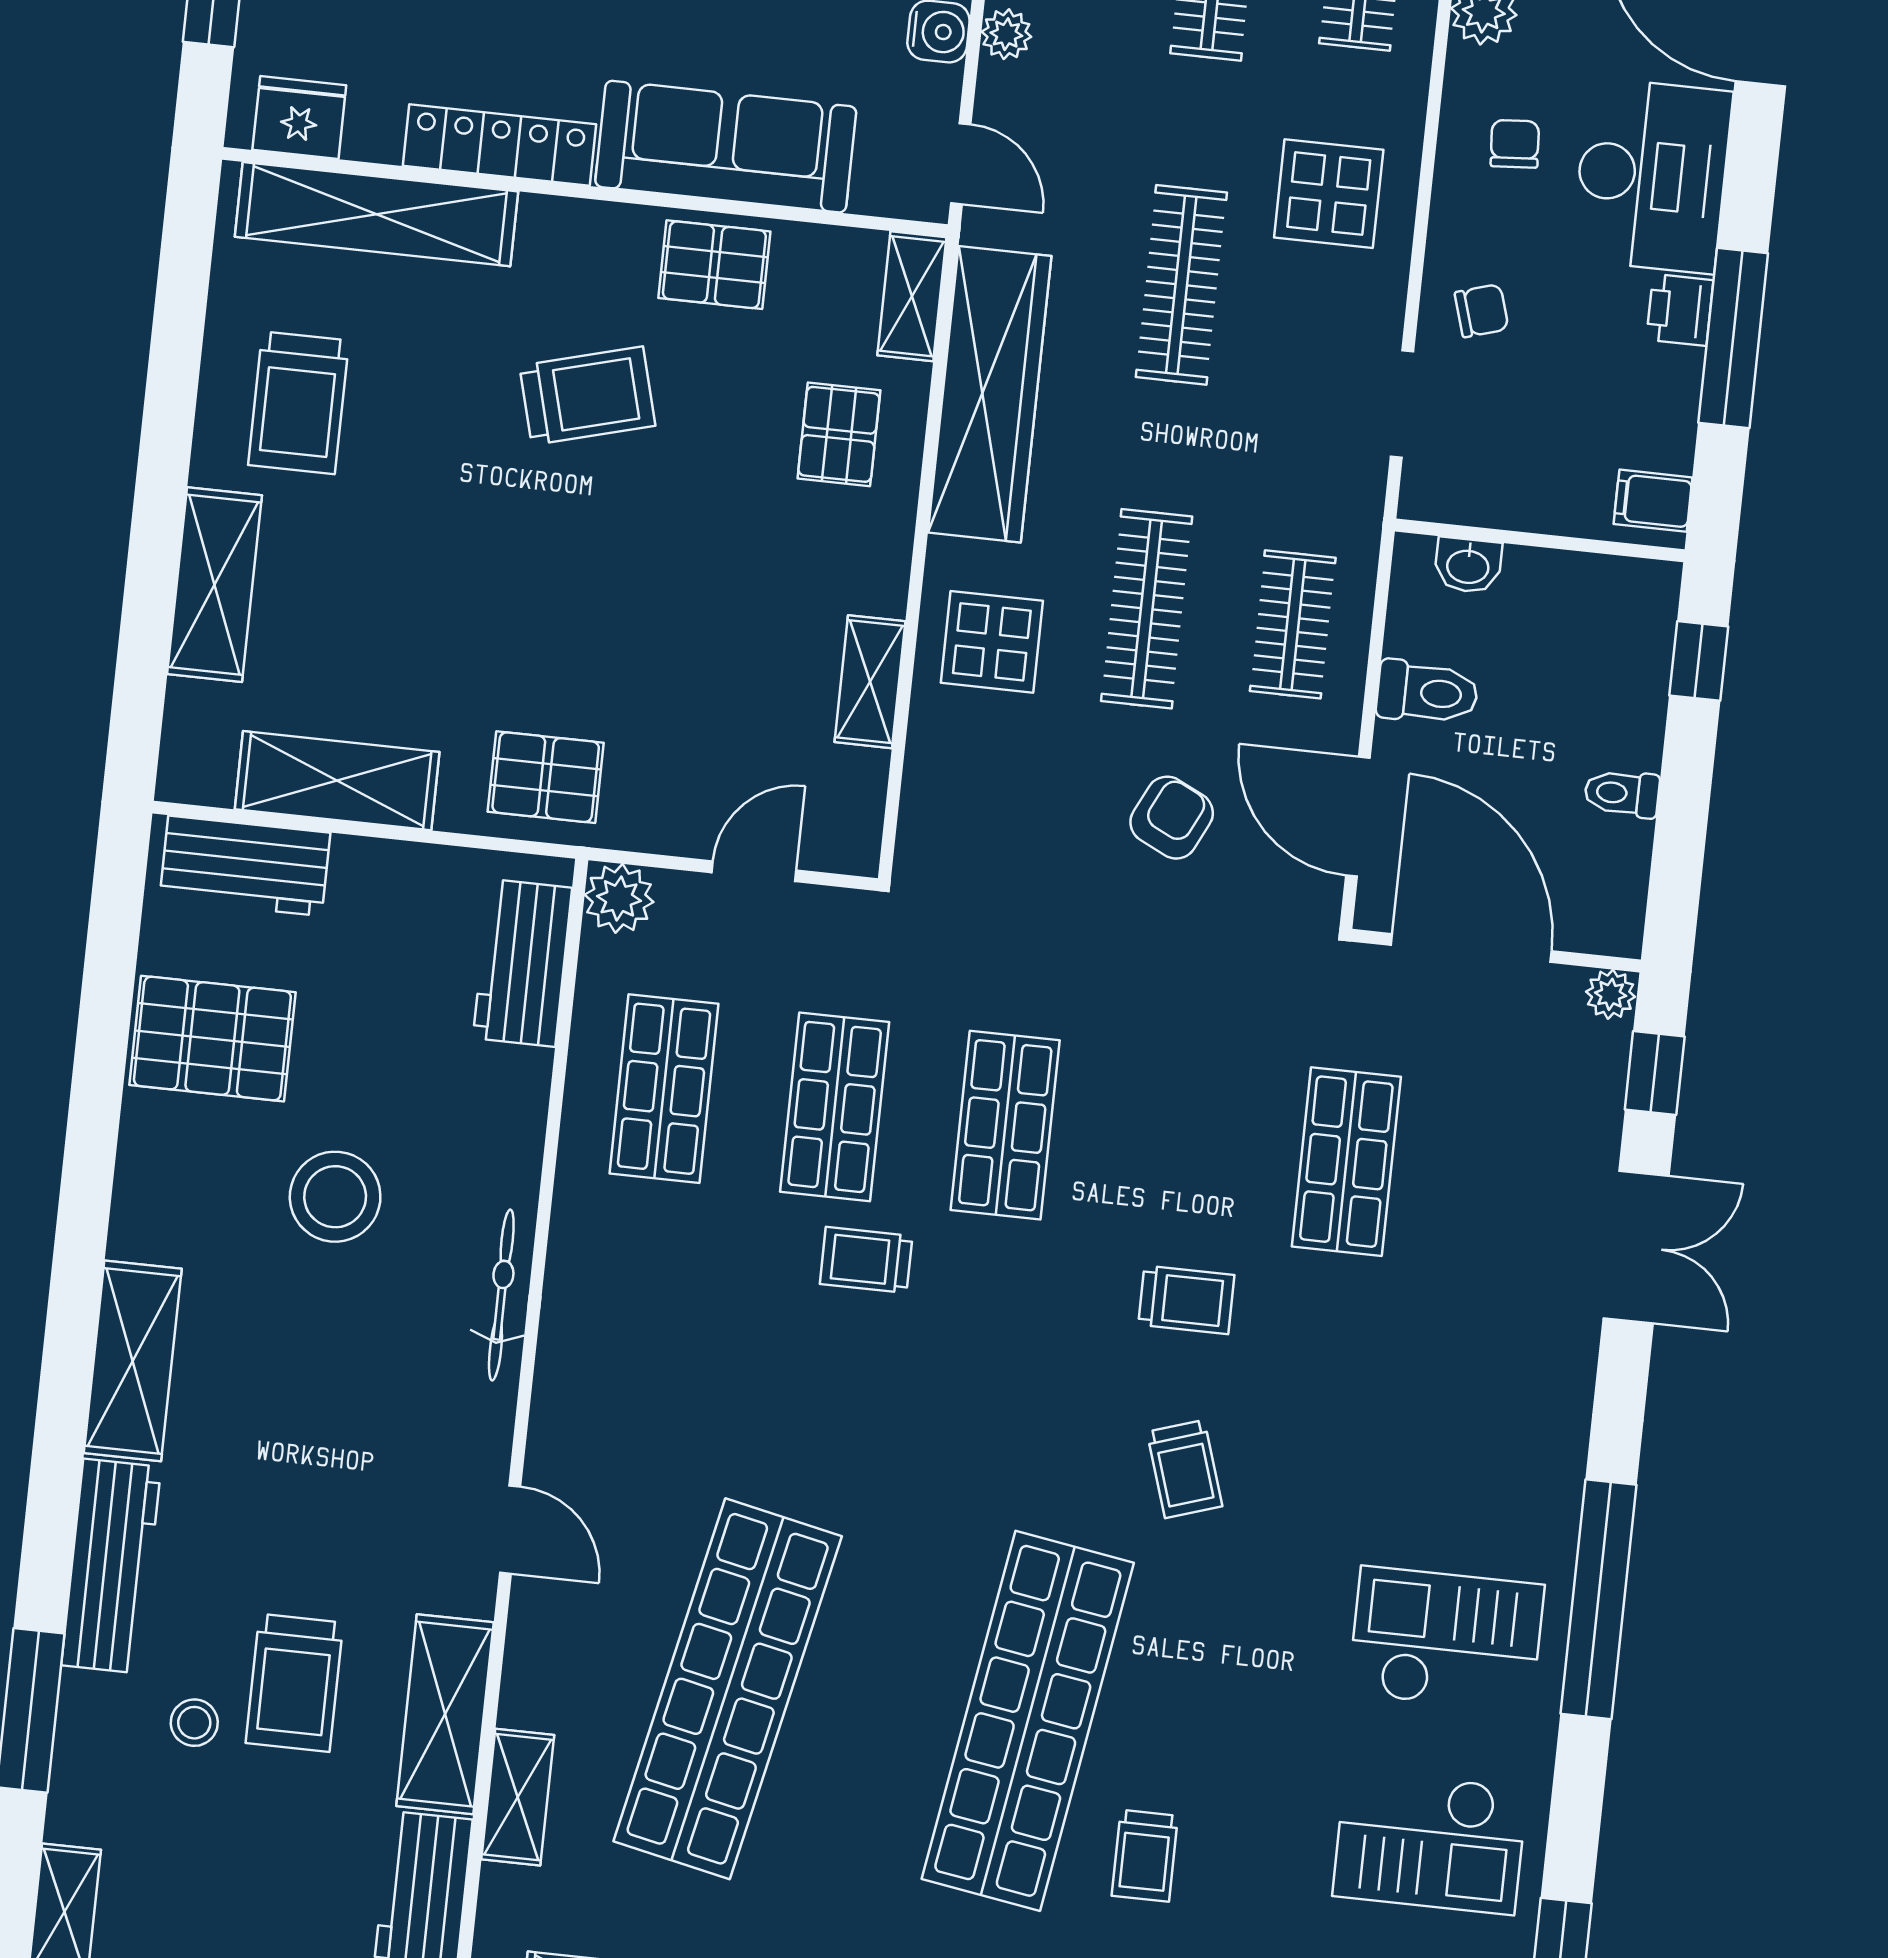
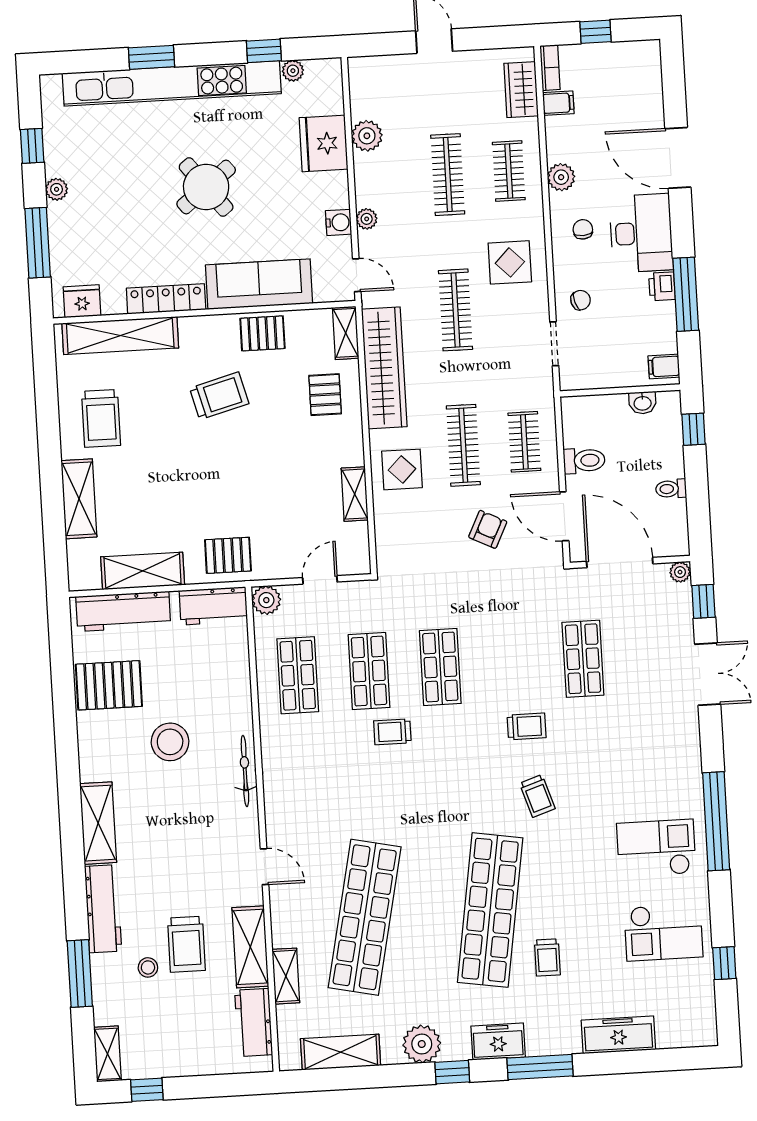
washbasin: (1468, 565) -> (643, 403), moved
workbench: (245, 866) -> (123, 611), width x1.38
workbench: (523, 963) -> (213, 606), moved, turned -90

